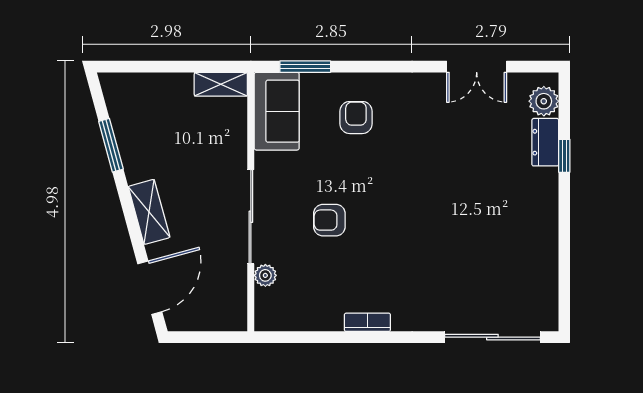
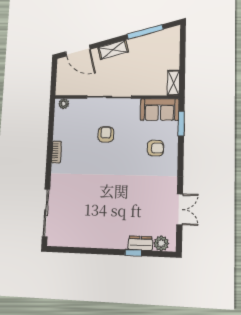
double door: (477, 67) -> (180, 209), swing flipped
window: (111, 145) -> (145, 32), width x1.44
plant: (265, 275) -> (64, 104), moved

